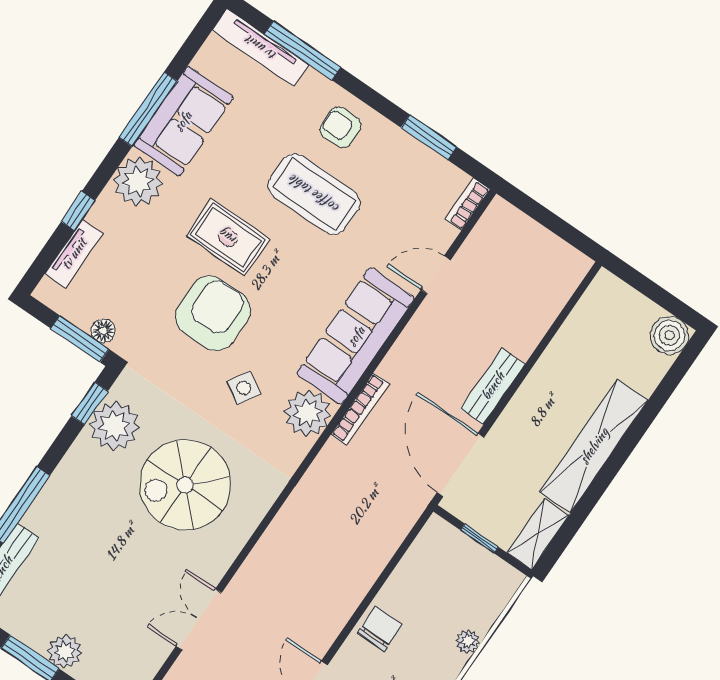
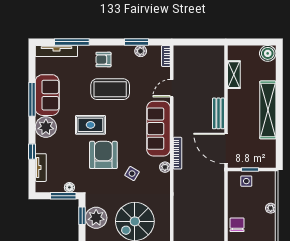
plant: (425, 161) -> (141, 51), added
plant: (308, 413) -> (165, 167), width x0.53, depth x0.53
shelving: (538, 534) -> (234, 75), moved
side table: (456, 556) -> (246, 181), added

